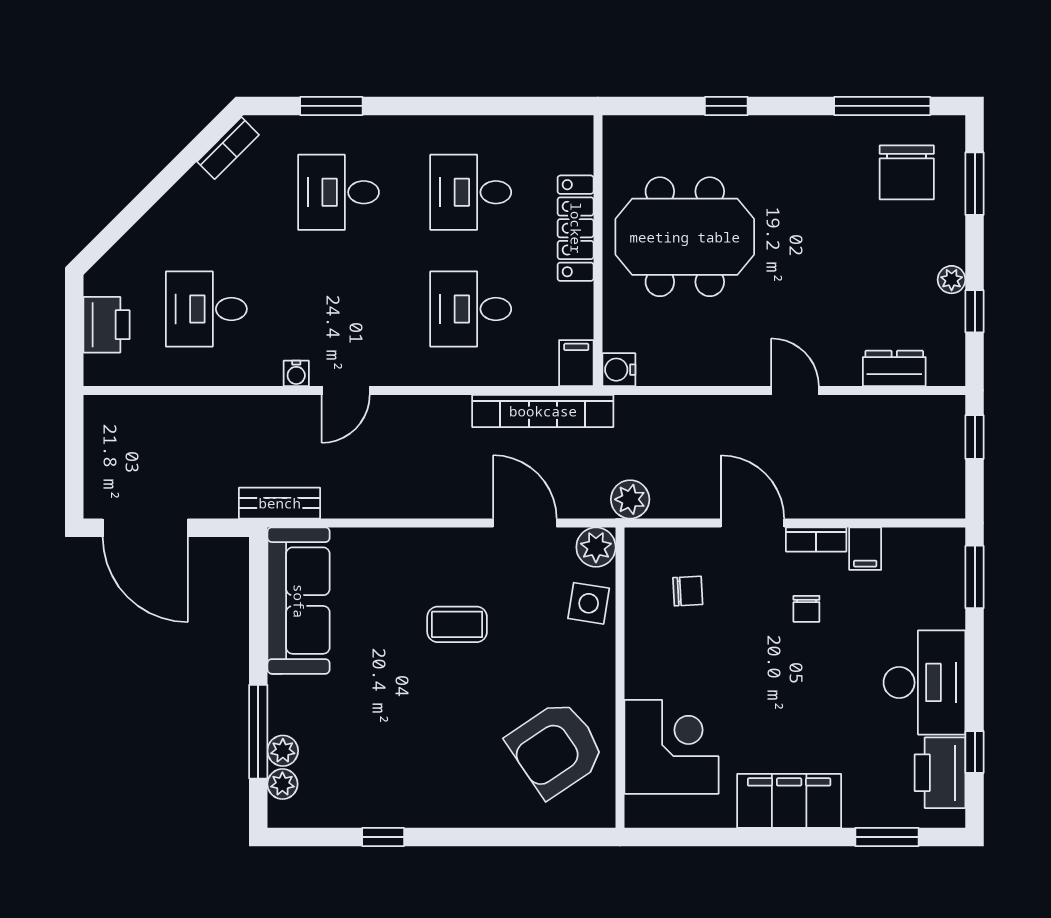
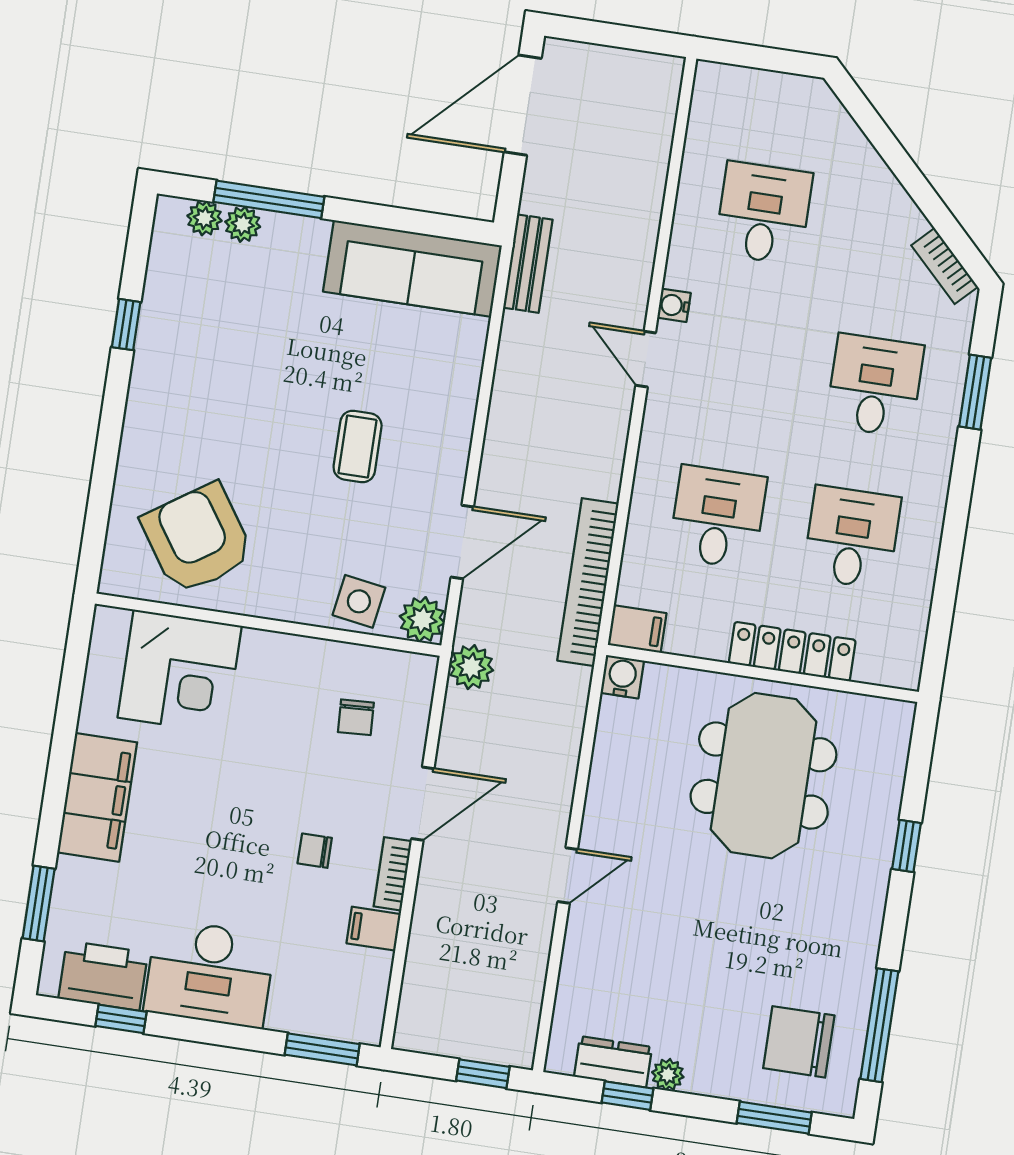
printer: (107, 325) -> (763, 96), removed
dresser: (894, 368) -> (613, 1062), moved, turned -90

